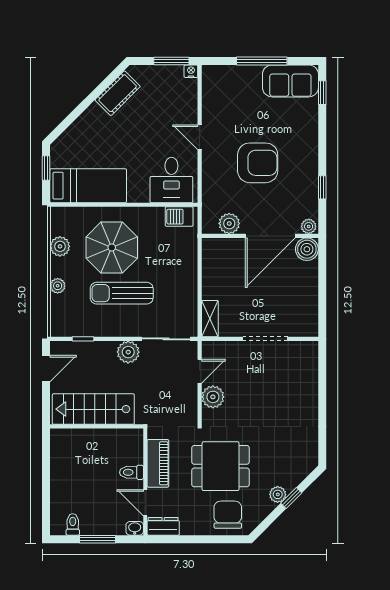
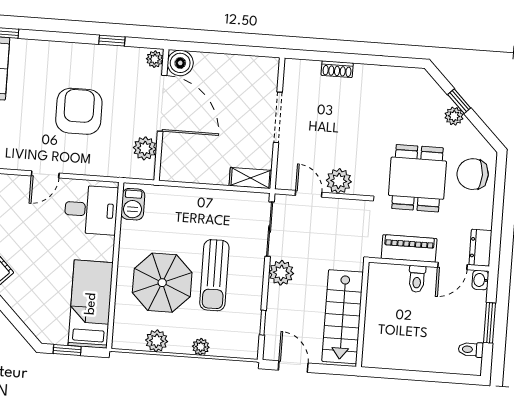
shoe rack: (312, 388) -> (337, 69), added

